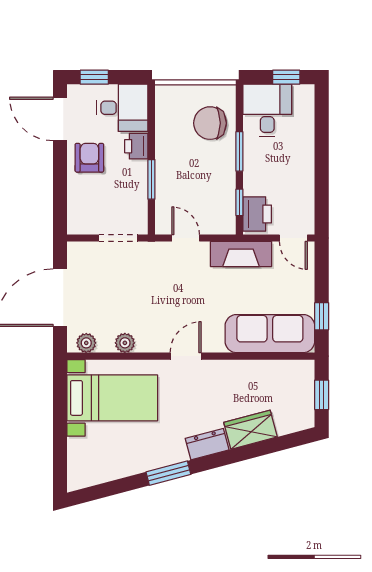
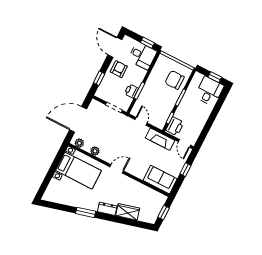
window: (94, 77) -> (147, 43), moved
desk: (267, 110) -> (209, 91), moved
printer: (136, 146) -> (131, 91), moved
window: (60, 196) -> (99, 78), added
window: (322, 316) -> (185, 170), moved
sofa: (270, 334) -> (160, 180), width x0.73

